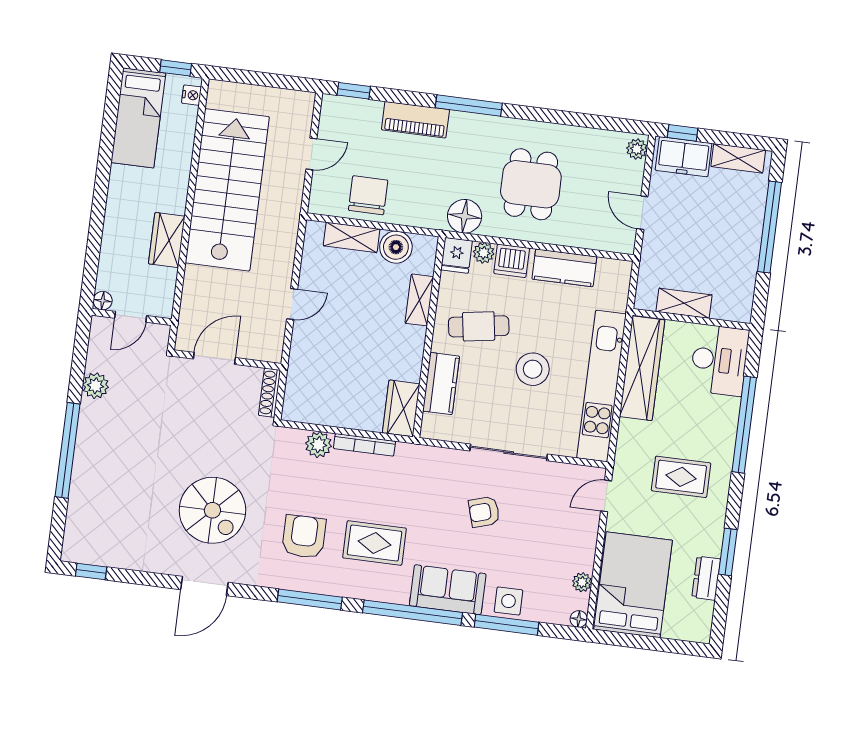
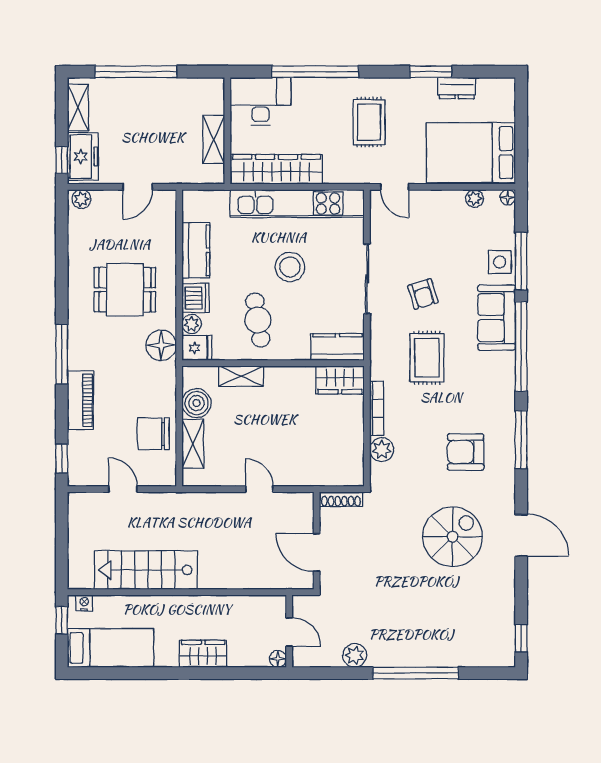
stairs: (227, 190) -> (146, 570), width x0.73, depth x0.66
wardrobe: (167, 240) -> (203, 654), moved, turned 180
kitchen counter: (441, 384) -> (338, 347), moved
rug: (374, 543) -> (427, 358), moved

